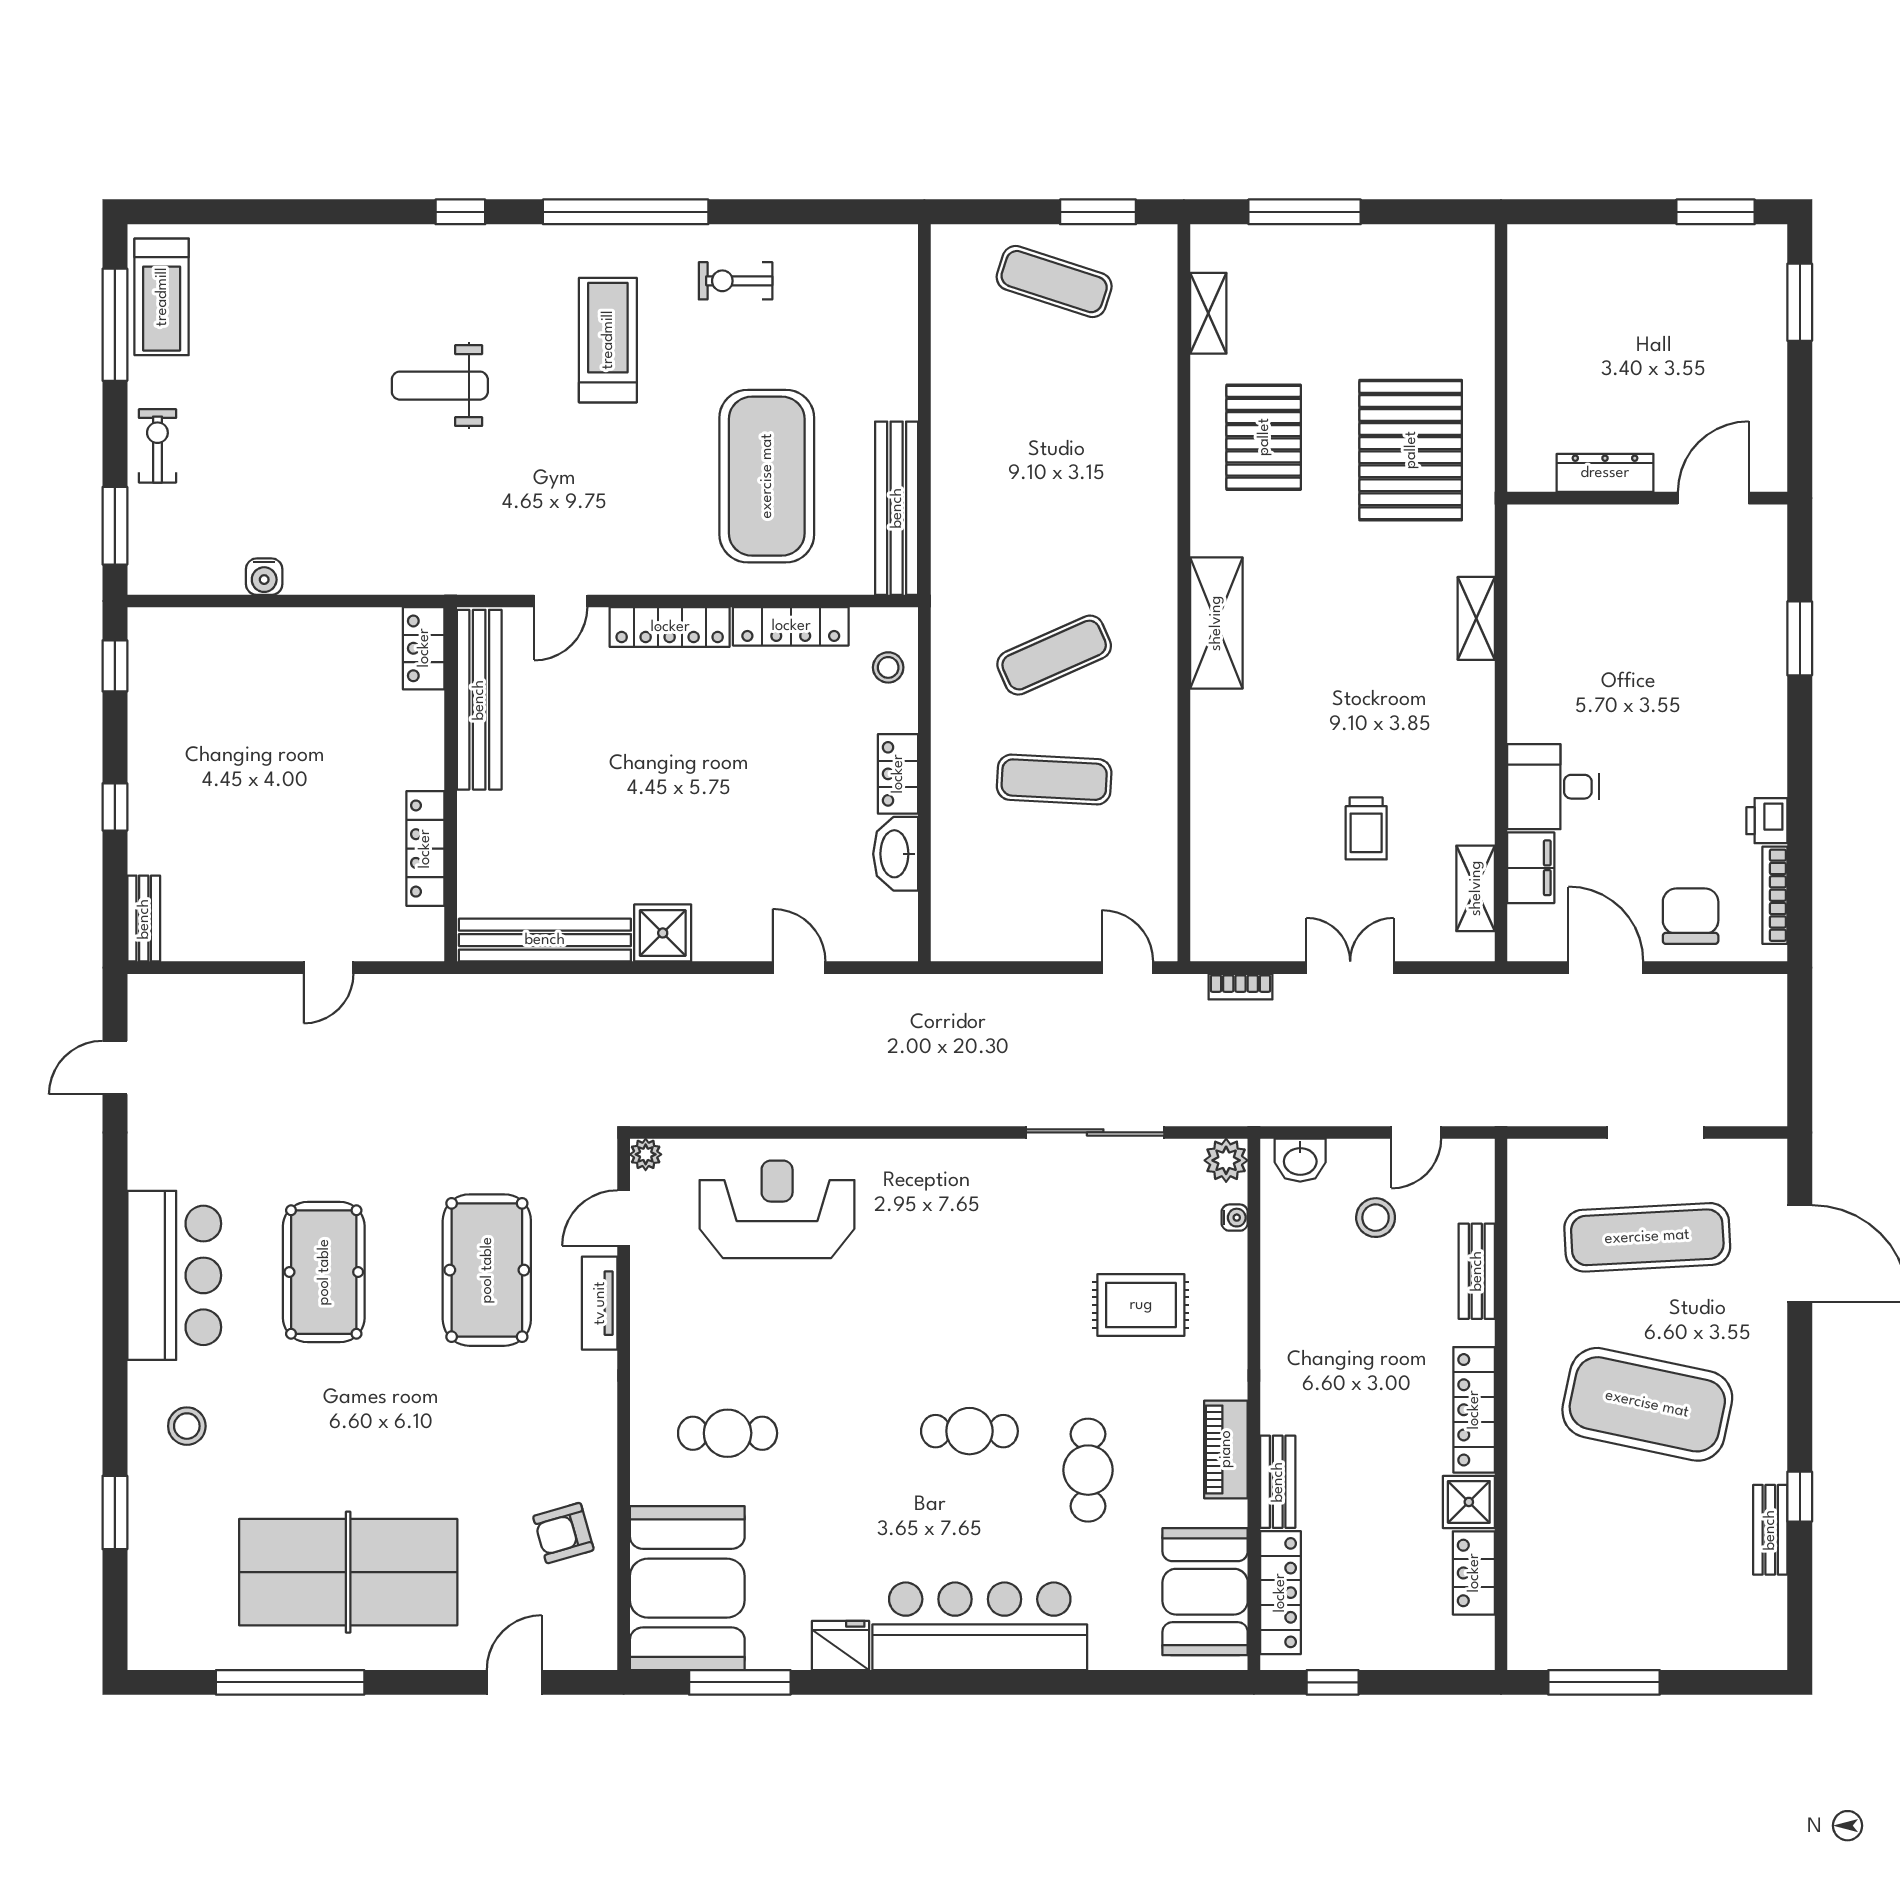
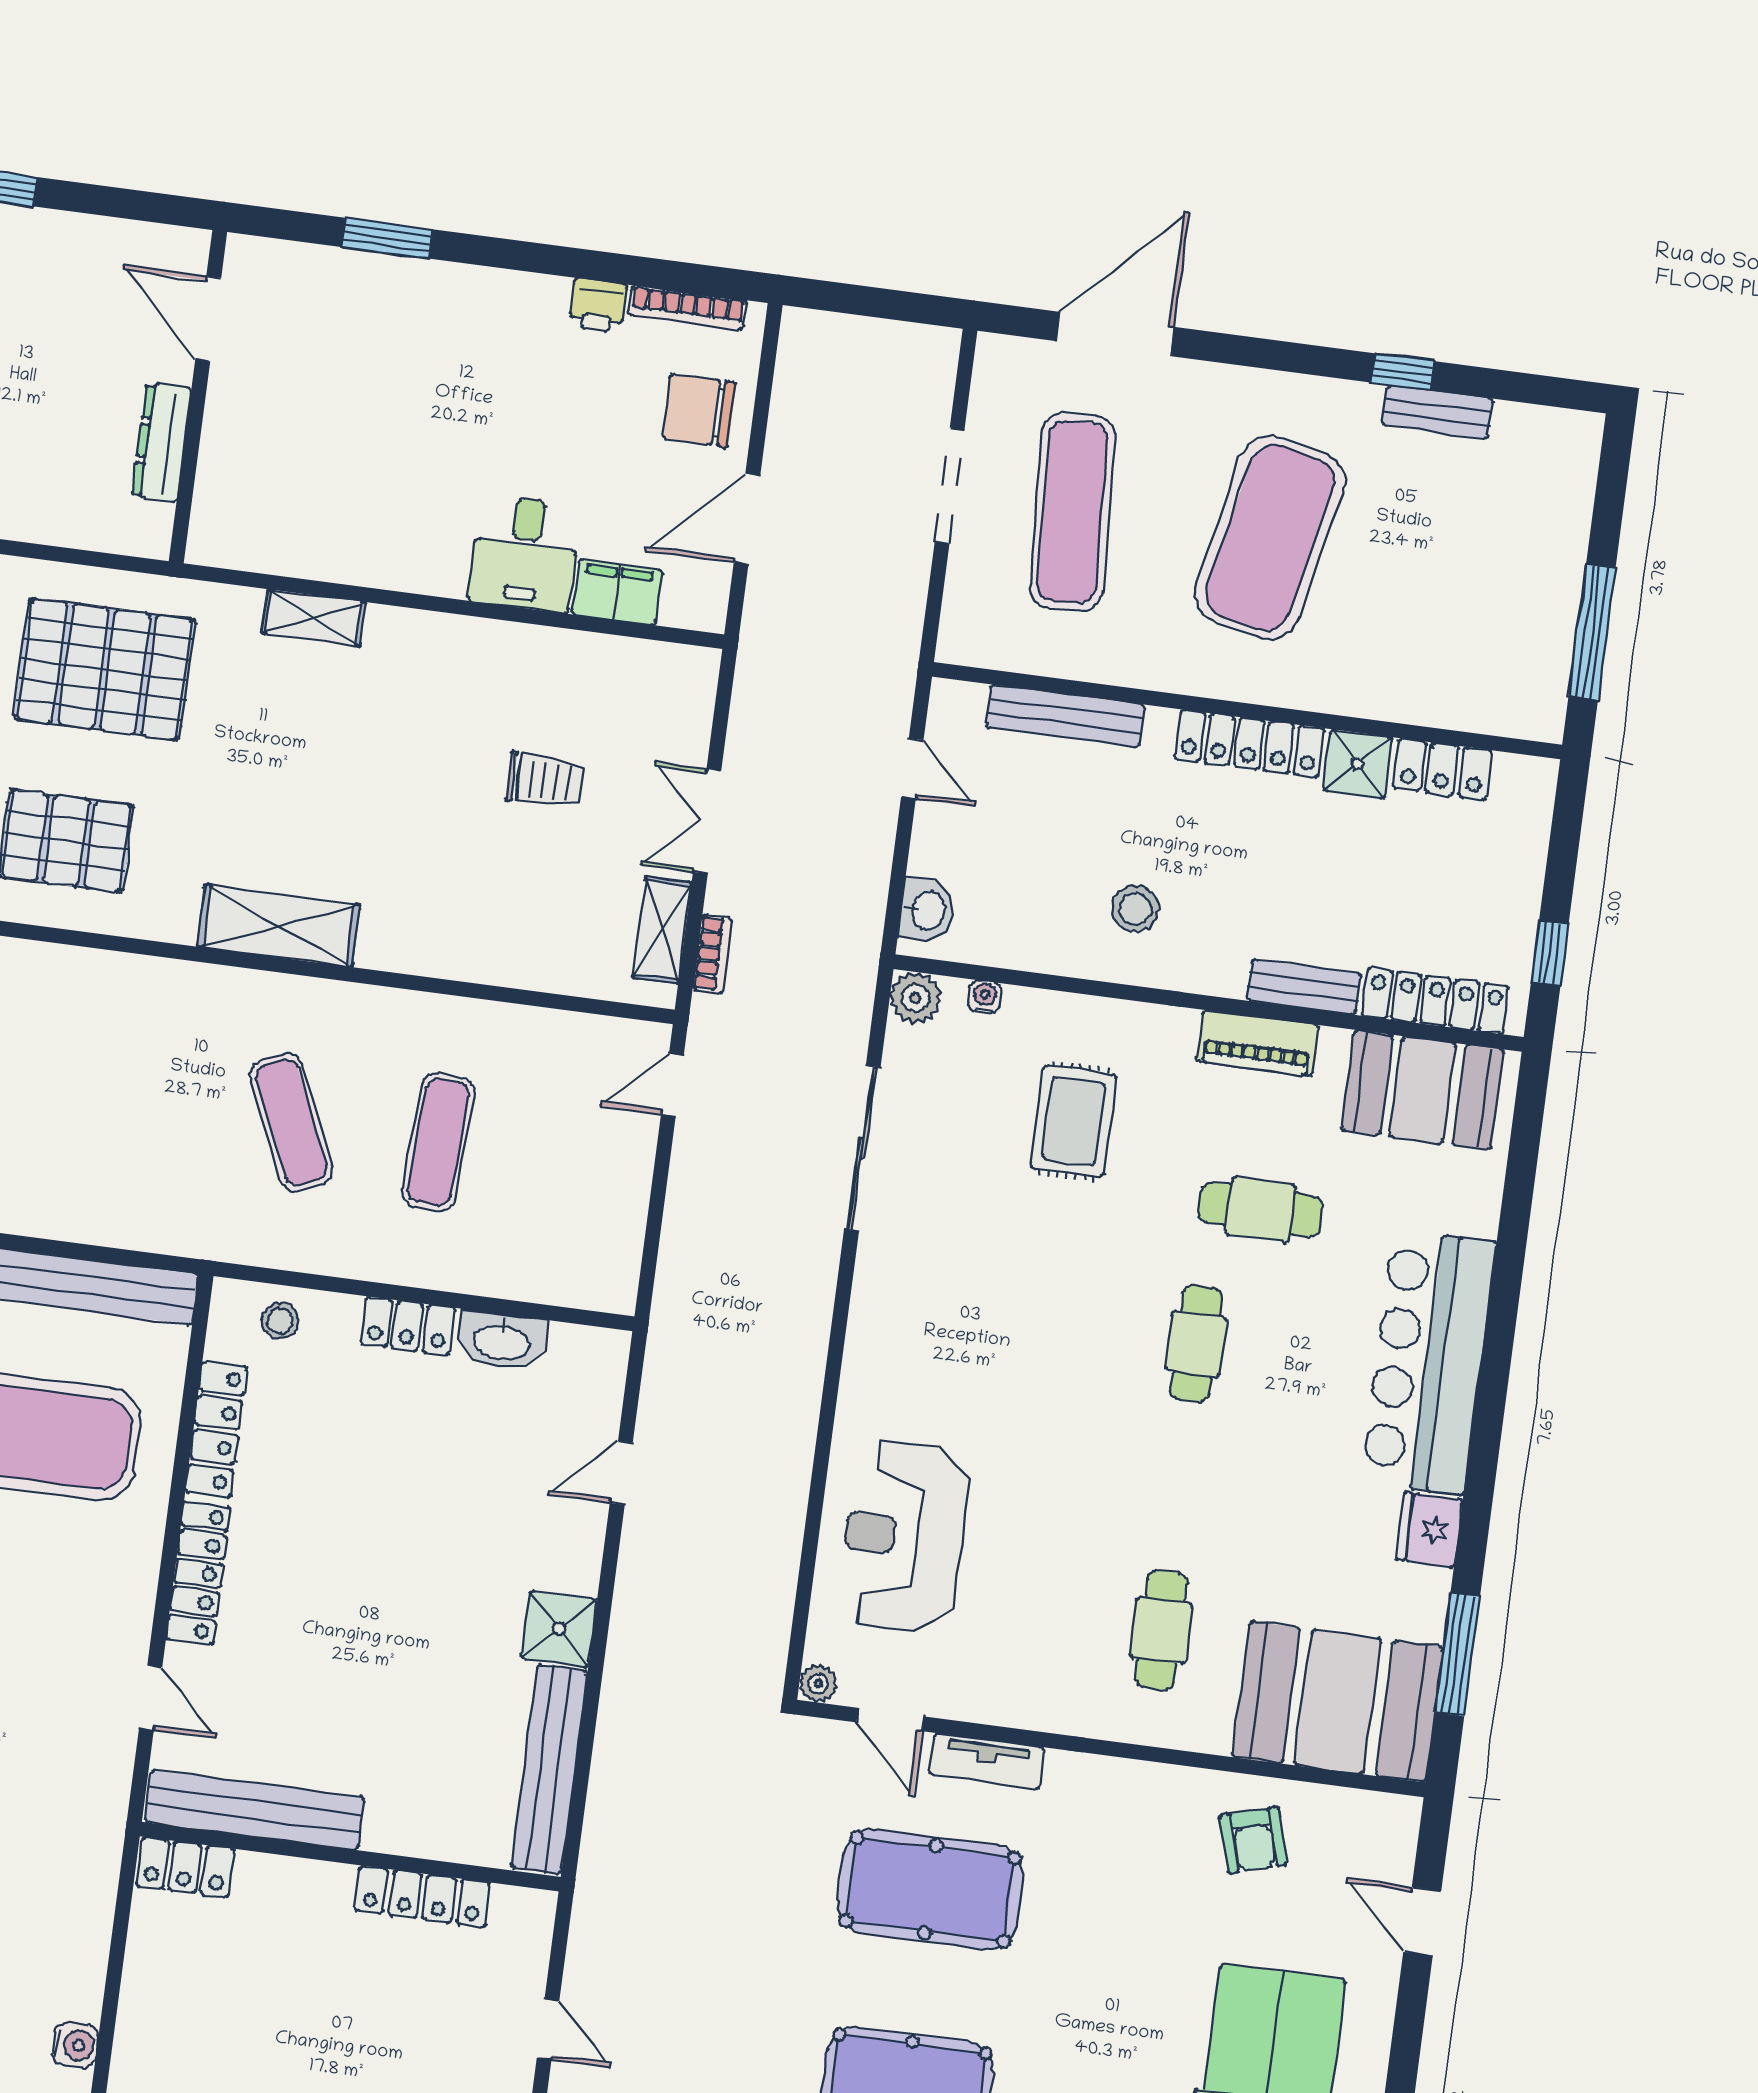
shelving: (1476, 888) -> (662, 930), moved, turned 90
stool: (1376, 1218) -> (1135, 909), moved
bench: (1477, 1271) -> (1065, 716), width x1.36

